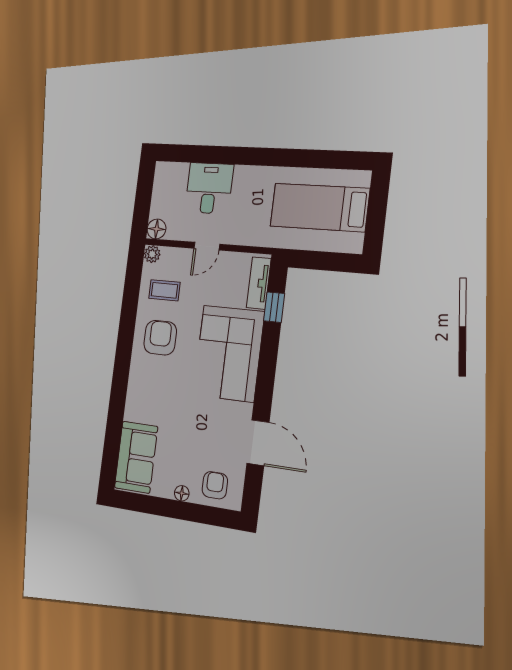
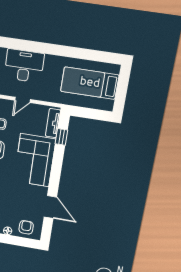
desk: (209, 188) -> (24, 66), width x1.37

